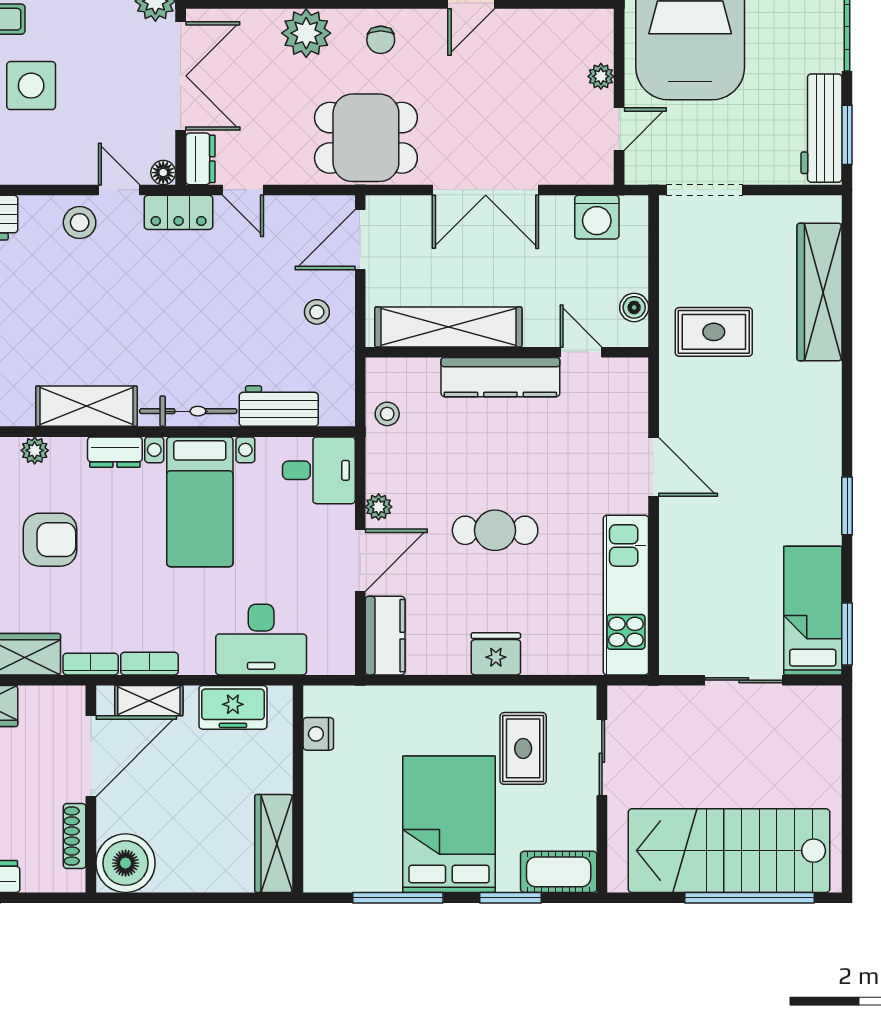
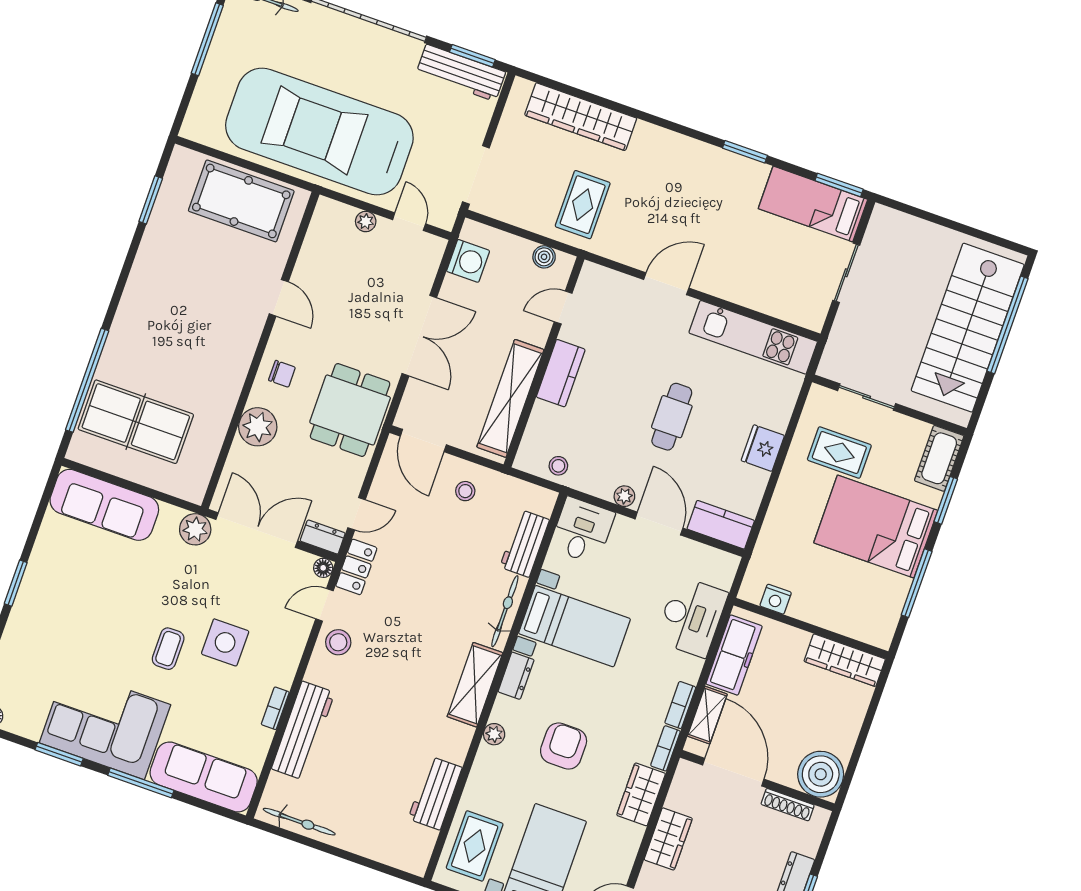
kitchen counter: (500, 377) -> (561, 373), width x0.67
freezer: (233, 707) -> (734, 655), width x1.40

